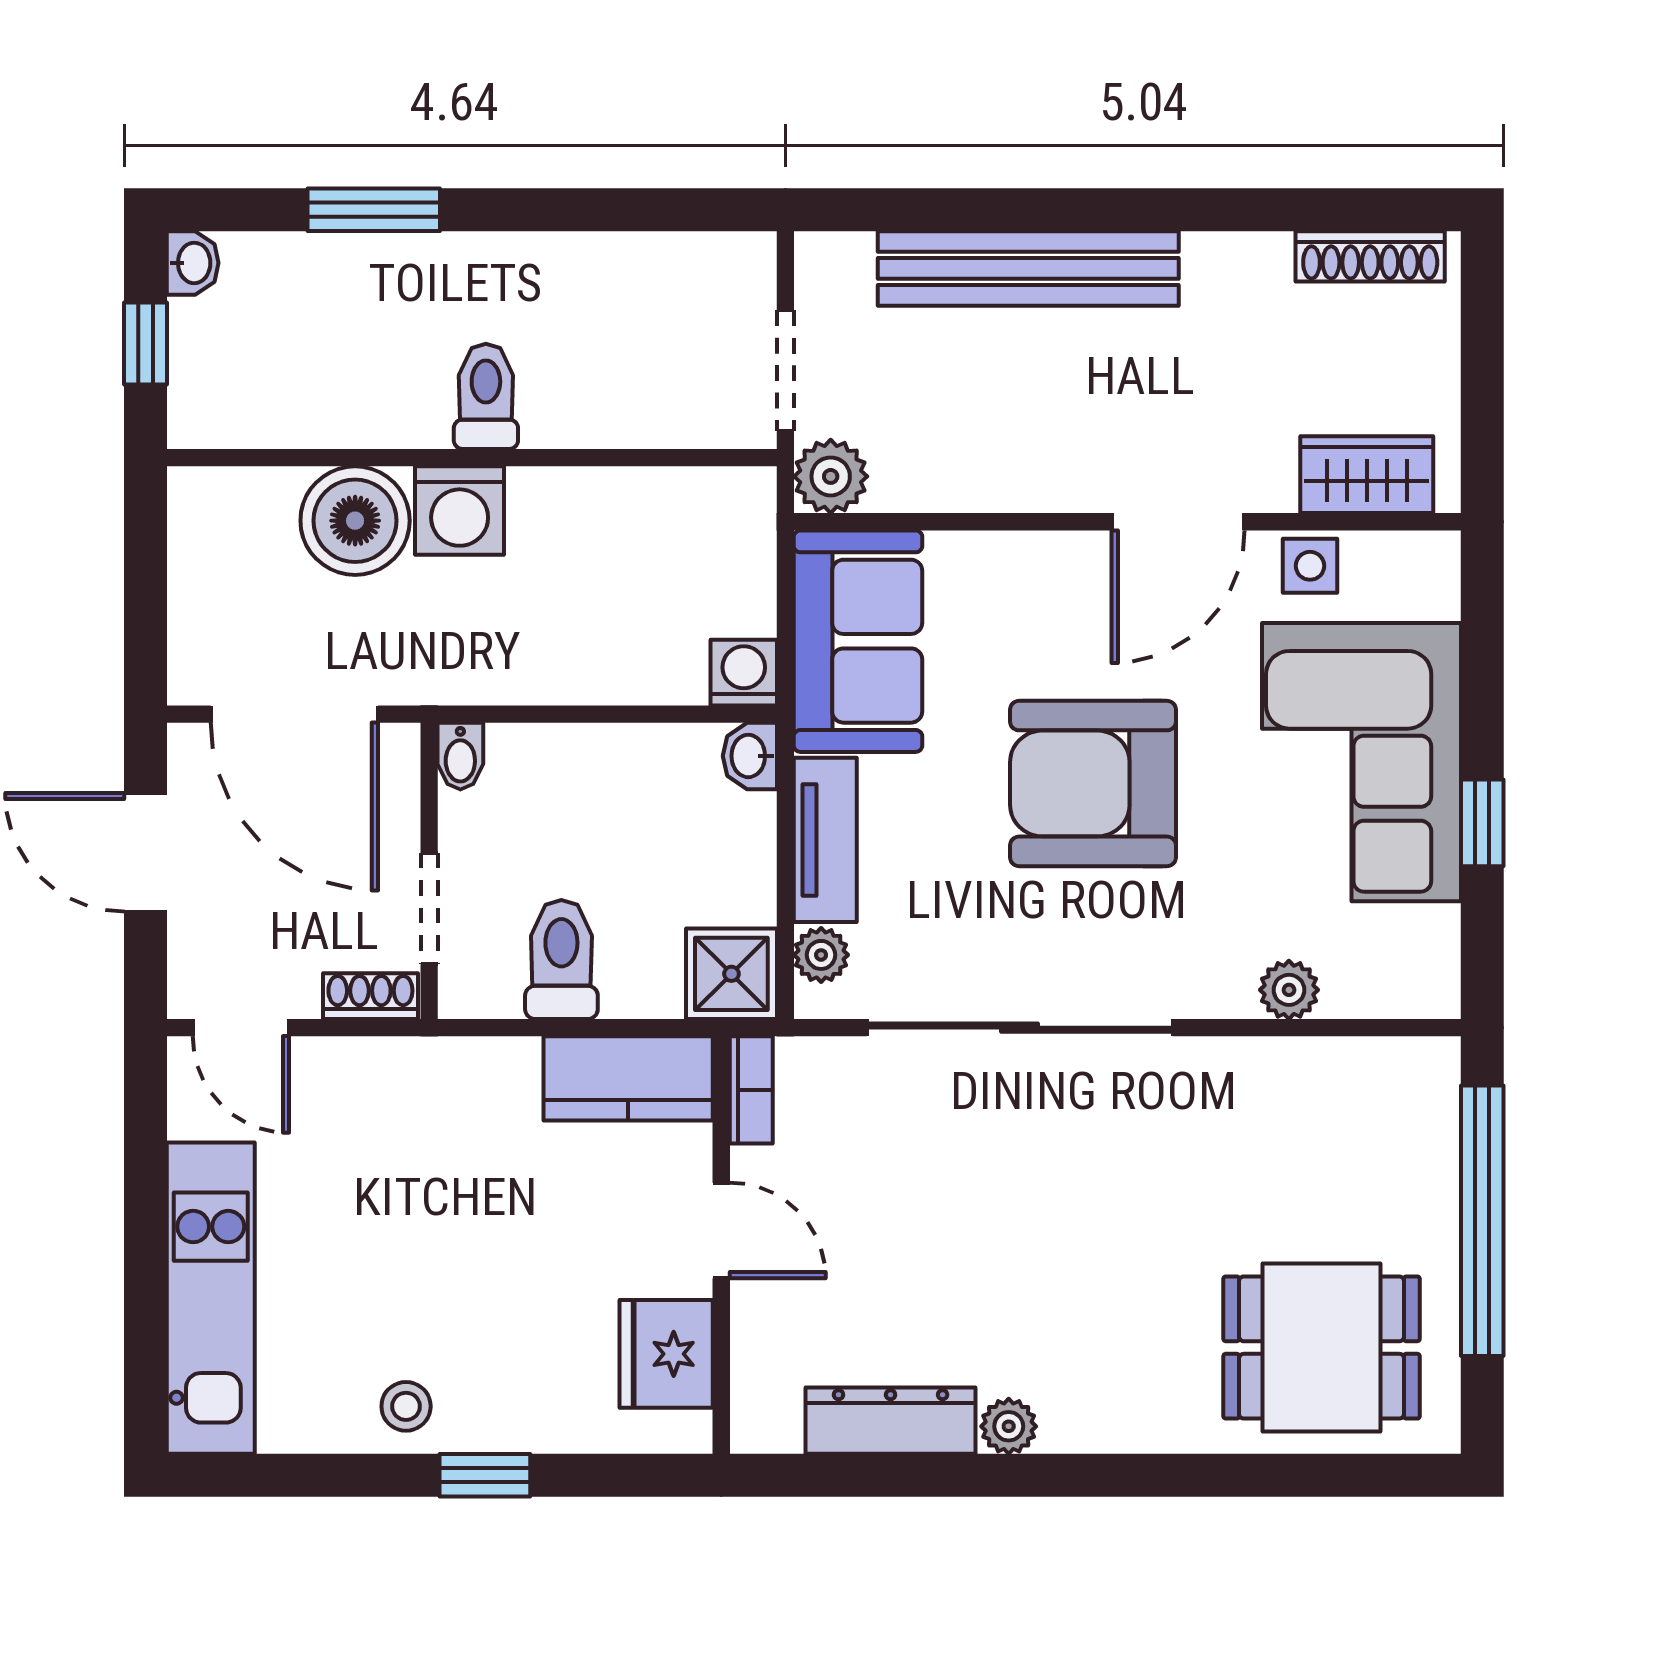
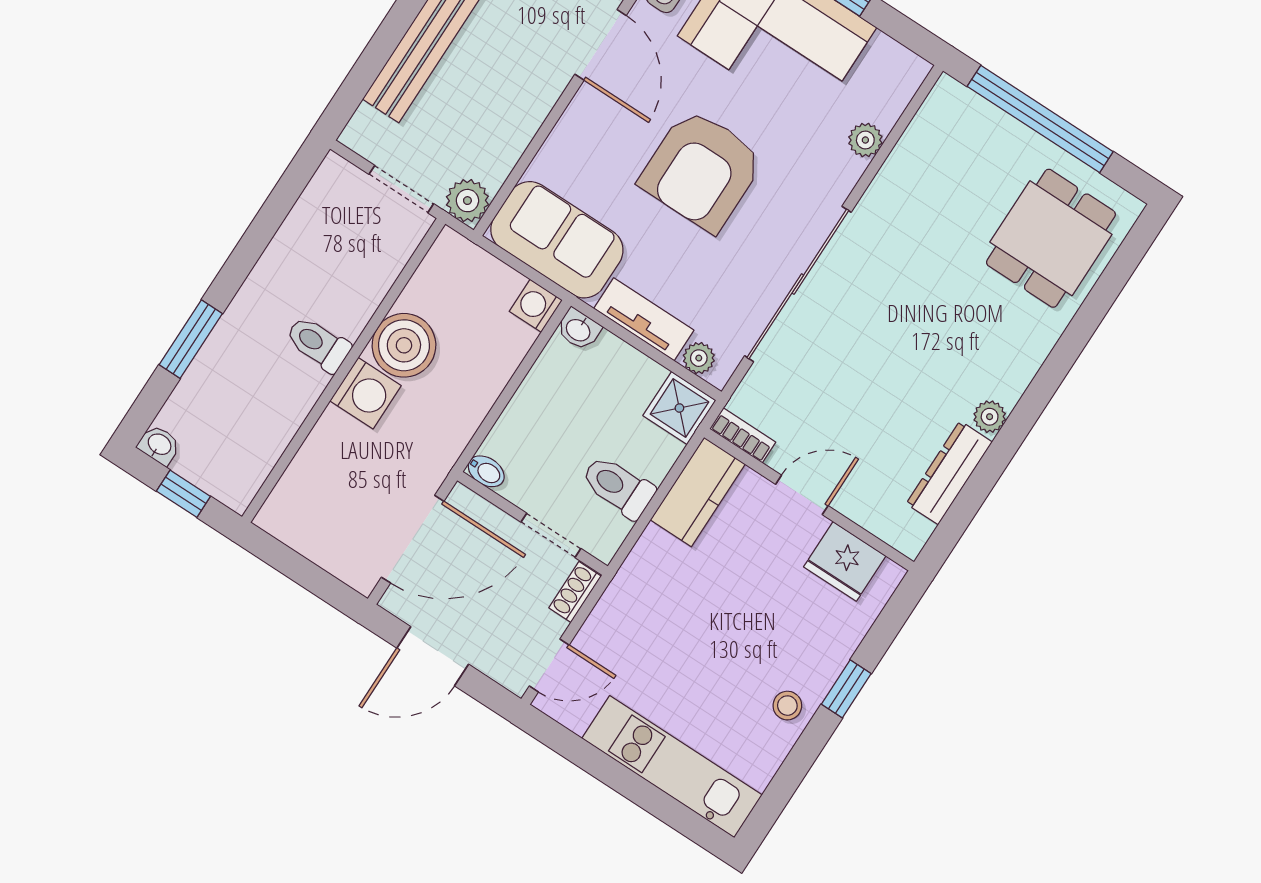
boiler: (355, 521) -> (404, 345), moved

